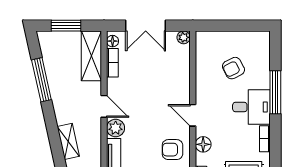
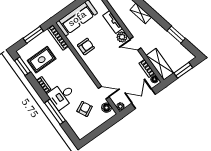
window: (41, 80) -> (176, 35), width x0.69
door: (193, 115) -> (104, 93), moved
floor lamp: (203, 144) -> (107, 108), moved

